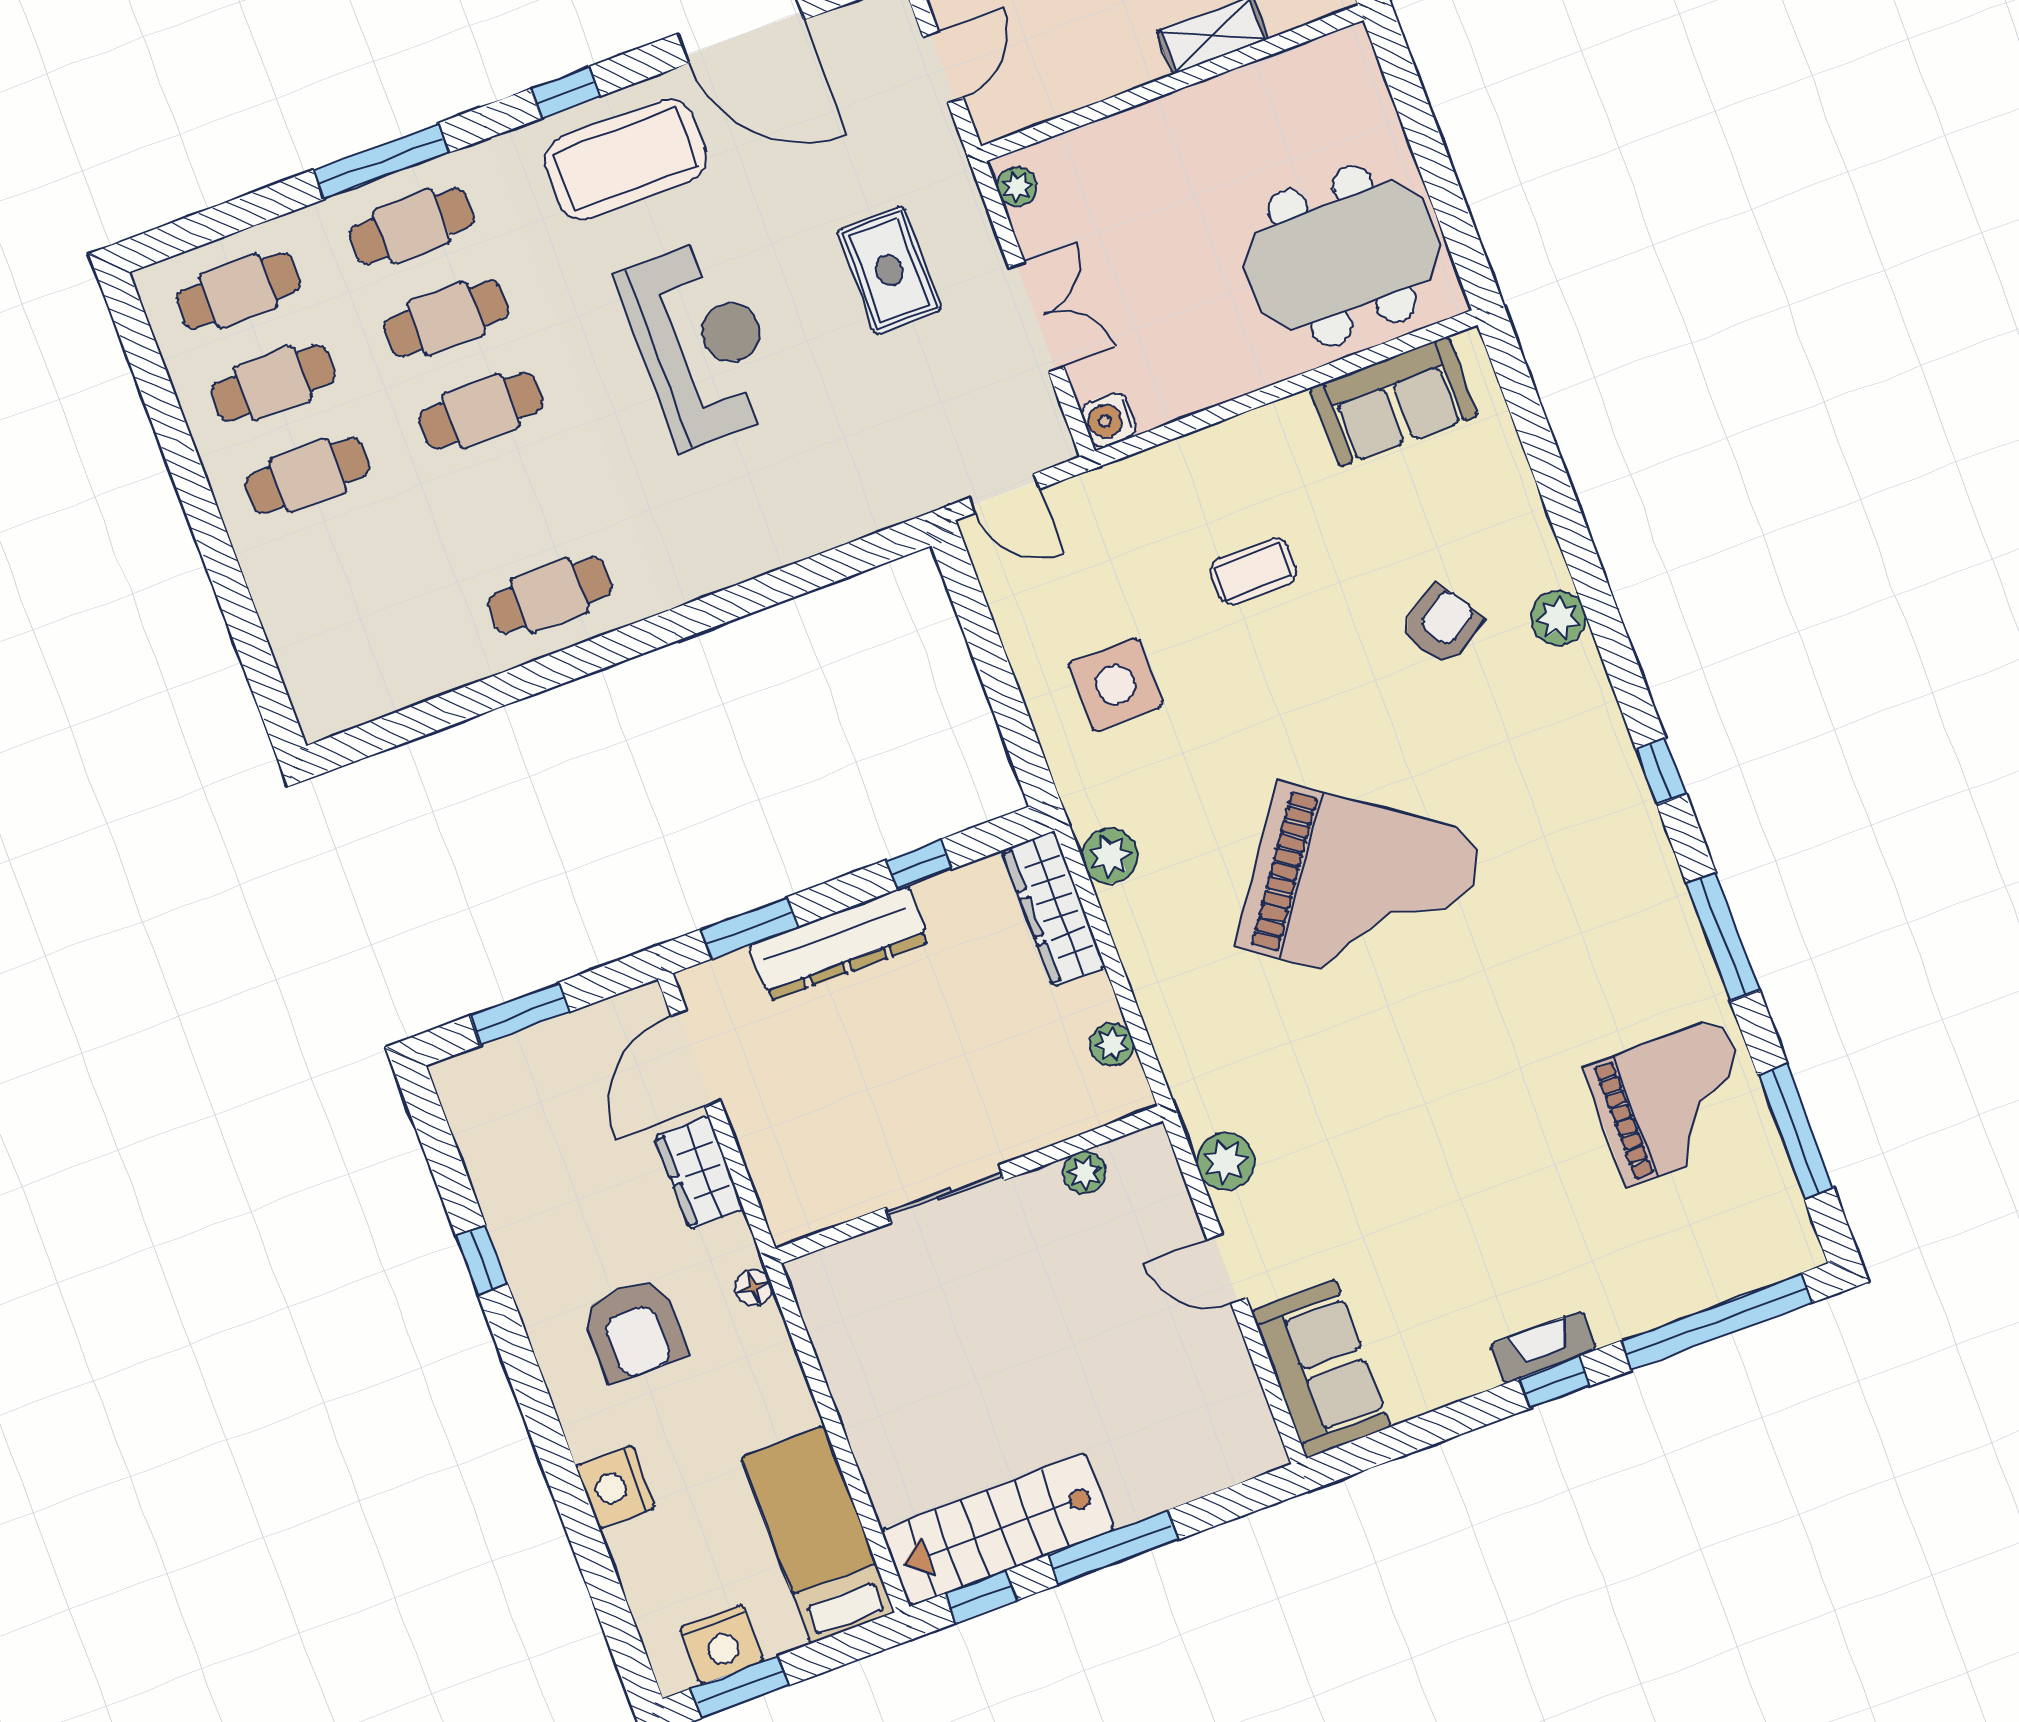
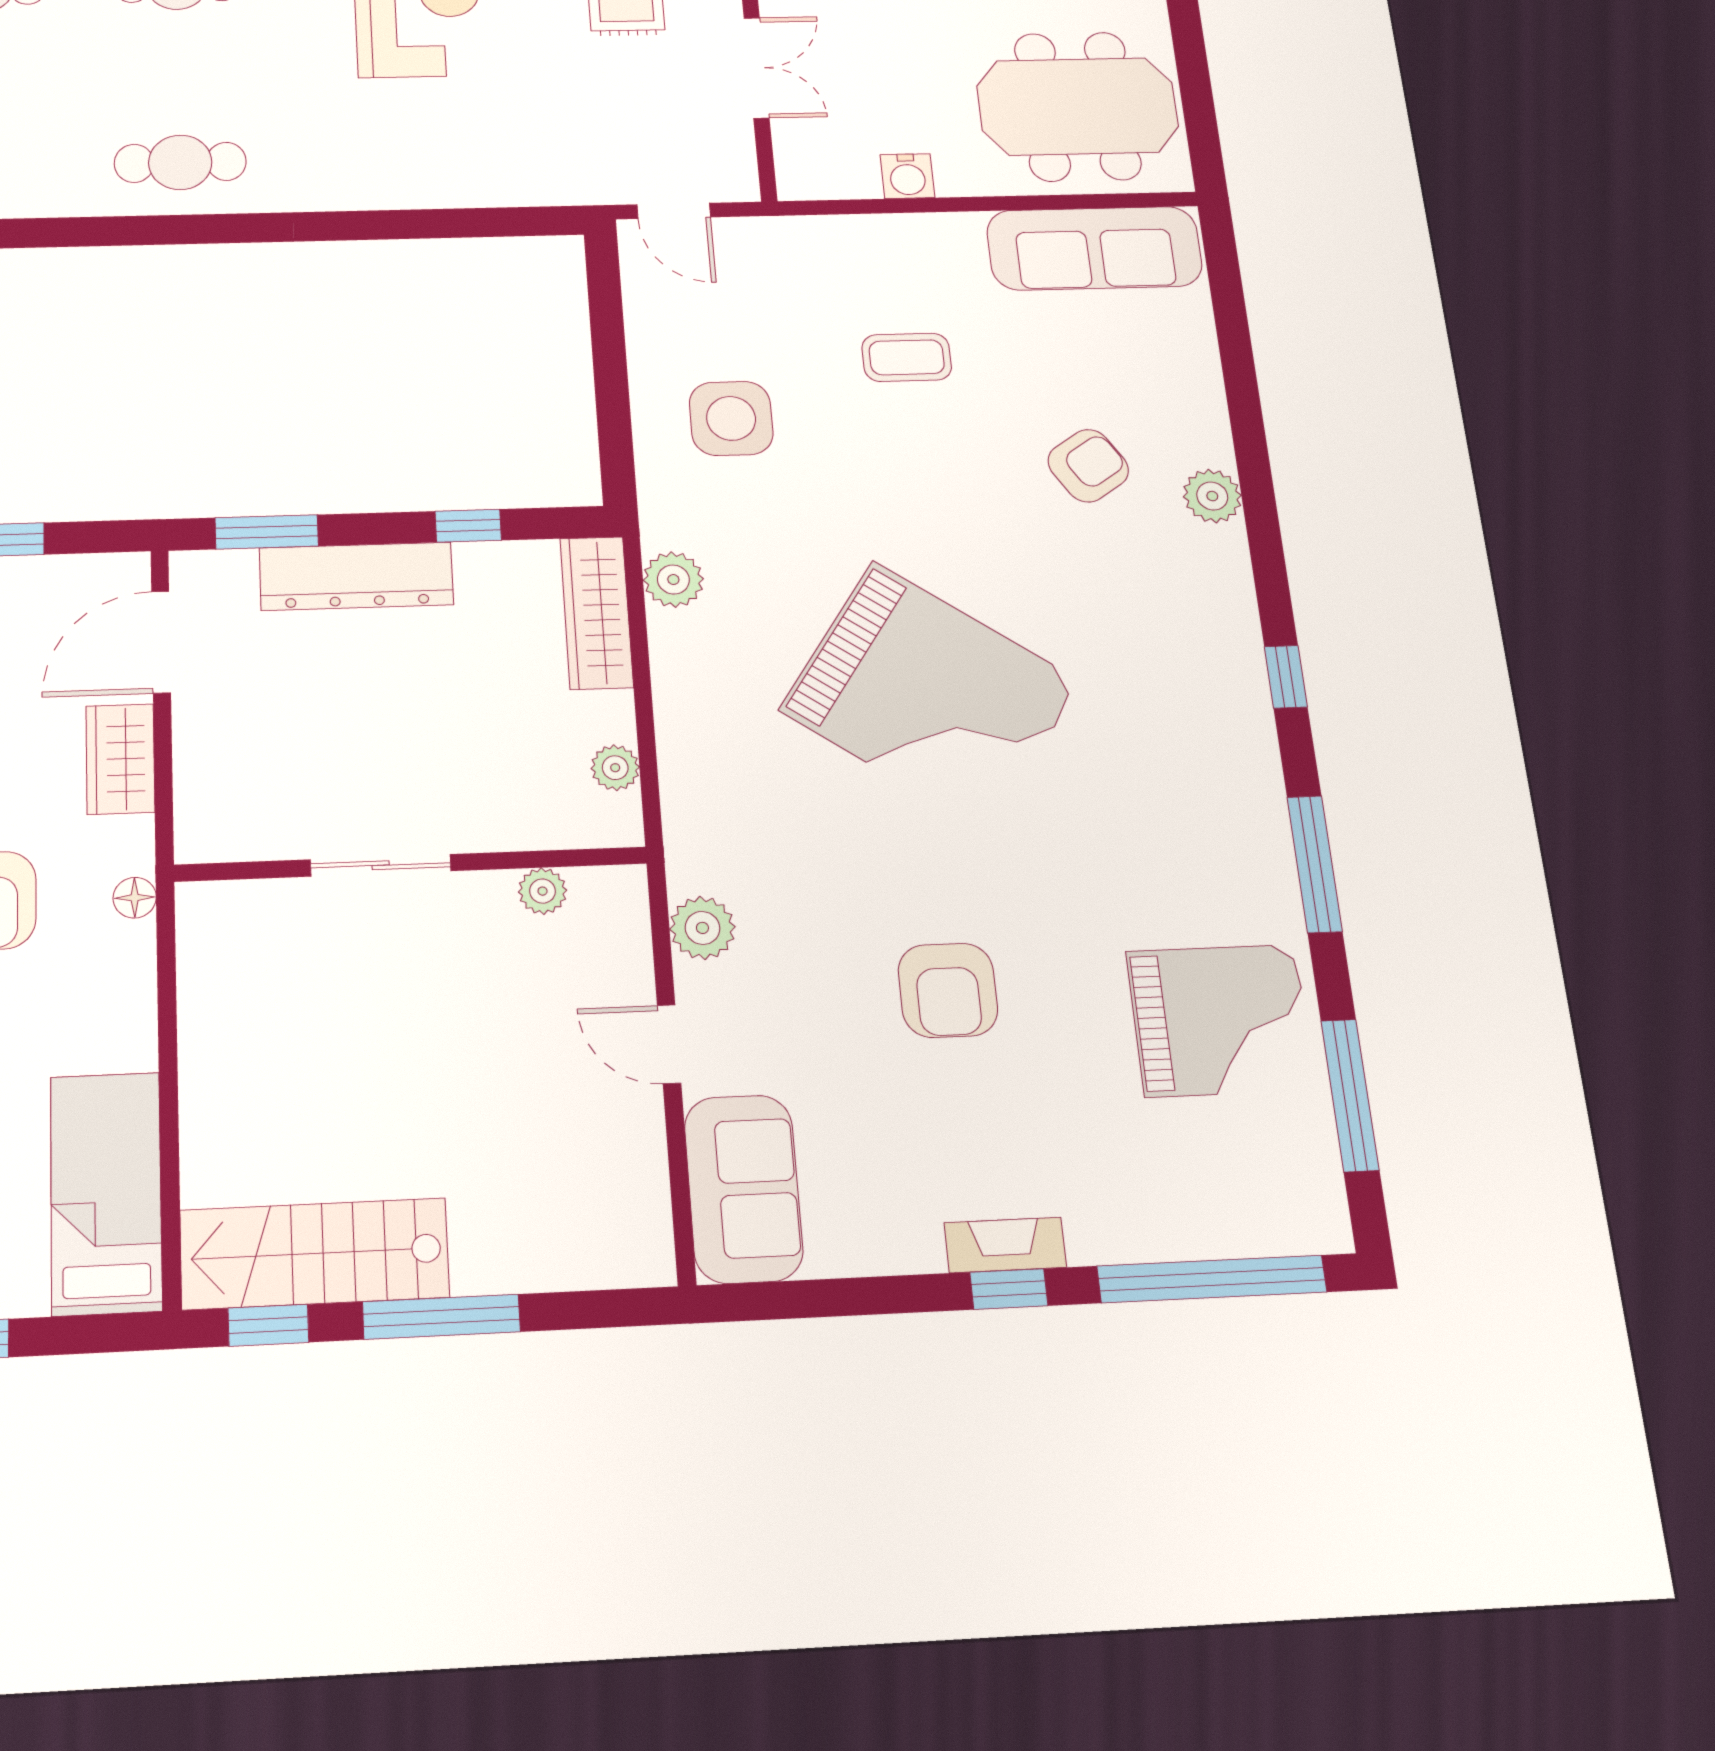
sofa: (1394, 402) -> (1095, 248), width x1.36
water cooler: (1109, 420) -> (907, 176), moved, turned -90
armchair: (1442, 1149) -> (948, 990), added

